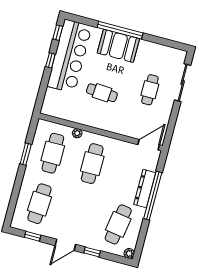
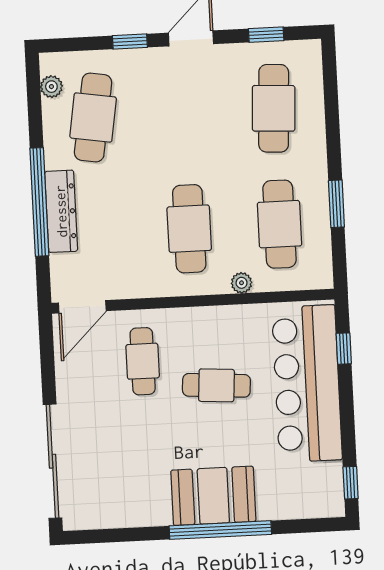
bar counter: (69, 56) -> (307, 384), moved
window: (50, 60) -> (344, 349), moved
sliding door: (183, 83) -> (52, 461), width x1.36
cafe table: (150, 90) -> (143, 361), moved
plant: (129, 253) -> (51, 87), moved

